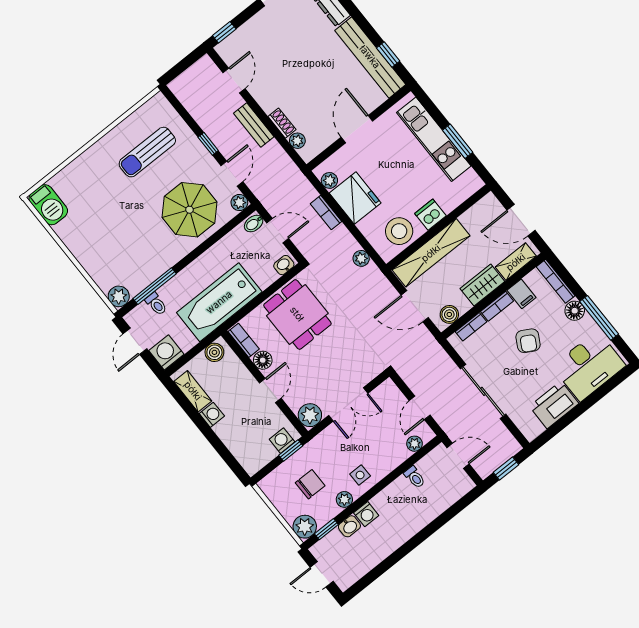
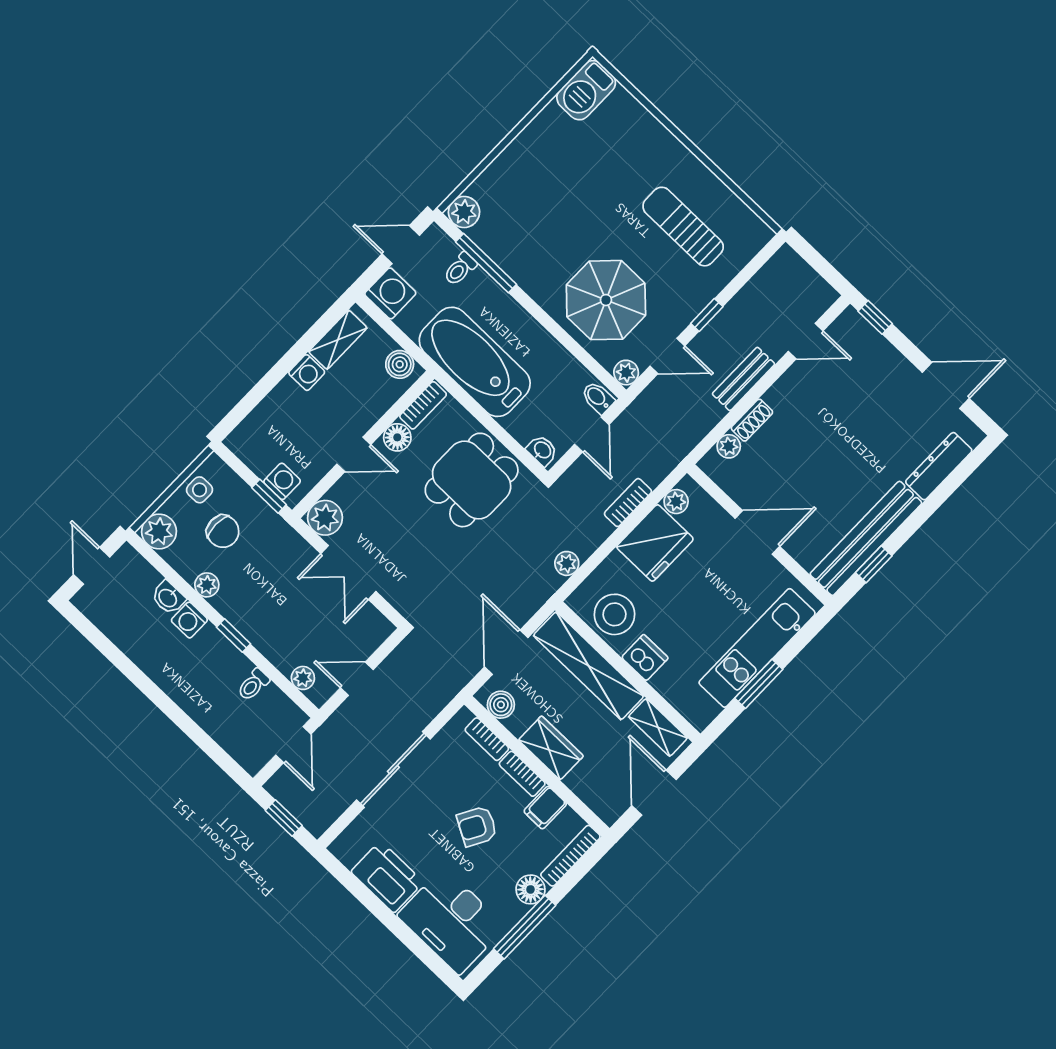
shelving: (516, 262) -> (658, 727), moved
side table: (360, 475) -> (200, 490), moved
window: (326, 529) -> (234, 635), moved

